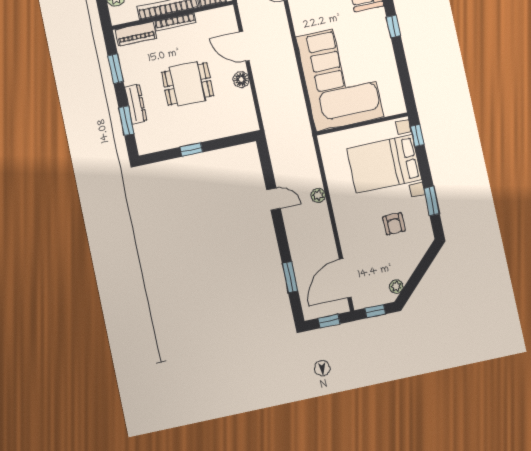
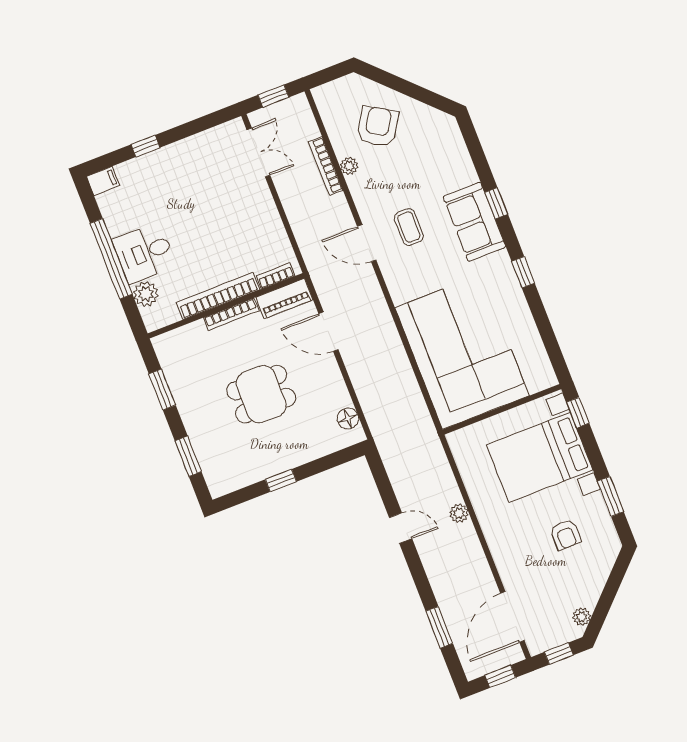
piano: (136, 34) -> (284, 299), moved
floor lamp: (241, 80) -> (348, 418), moved
dresser: (136, 104) -> (197, 432), removed

